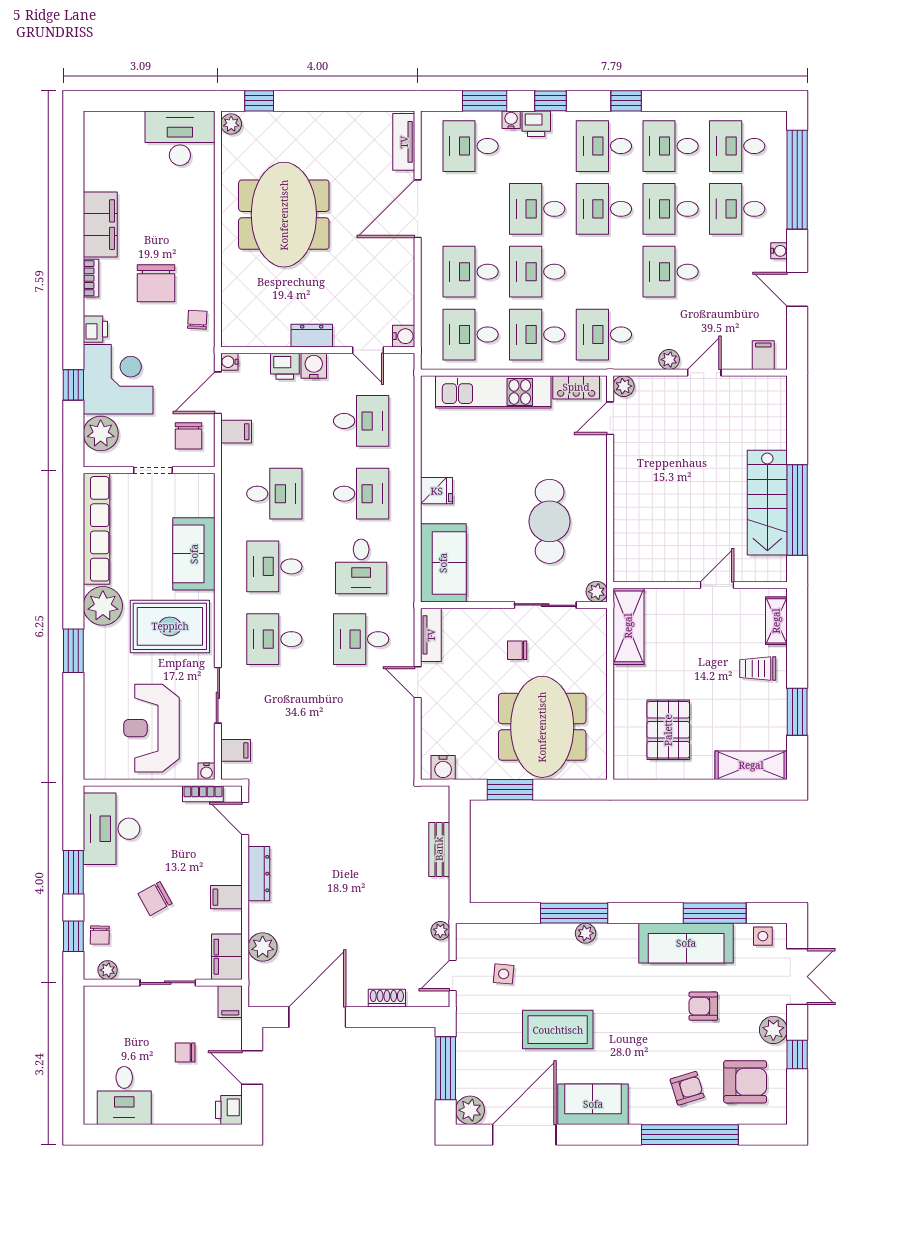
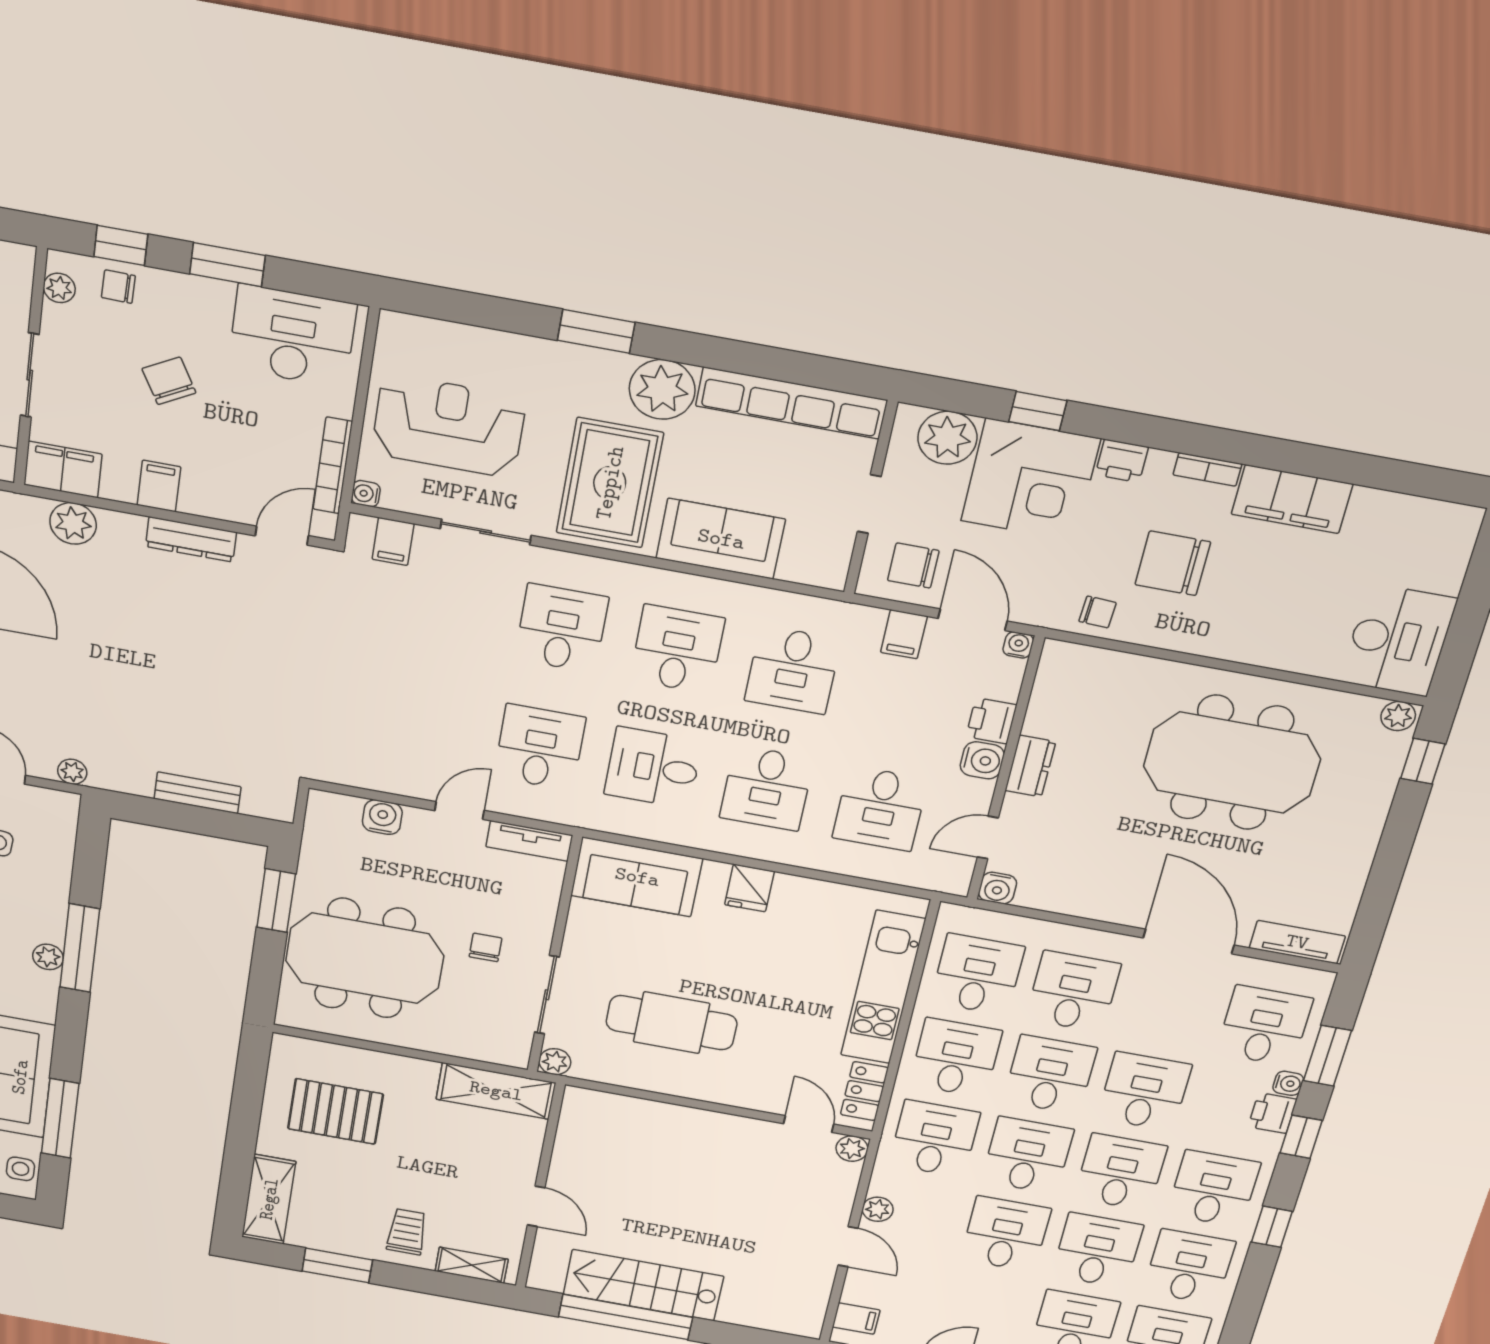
desk: (604, 272) -> (1027, 1155), added
water cooler: (443, 768) -> (382, 817), moved, turned 90
bookcase: (203, 794) -> (333, 465), width x1.56

